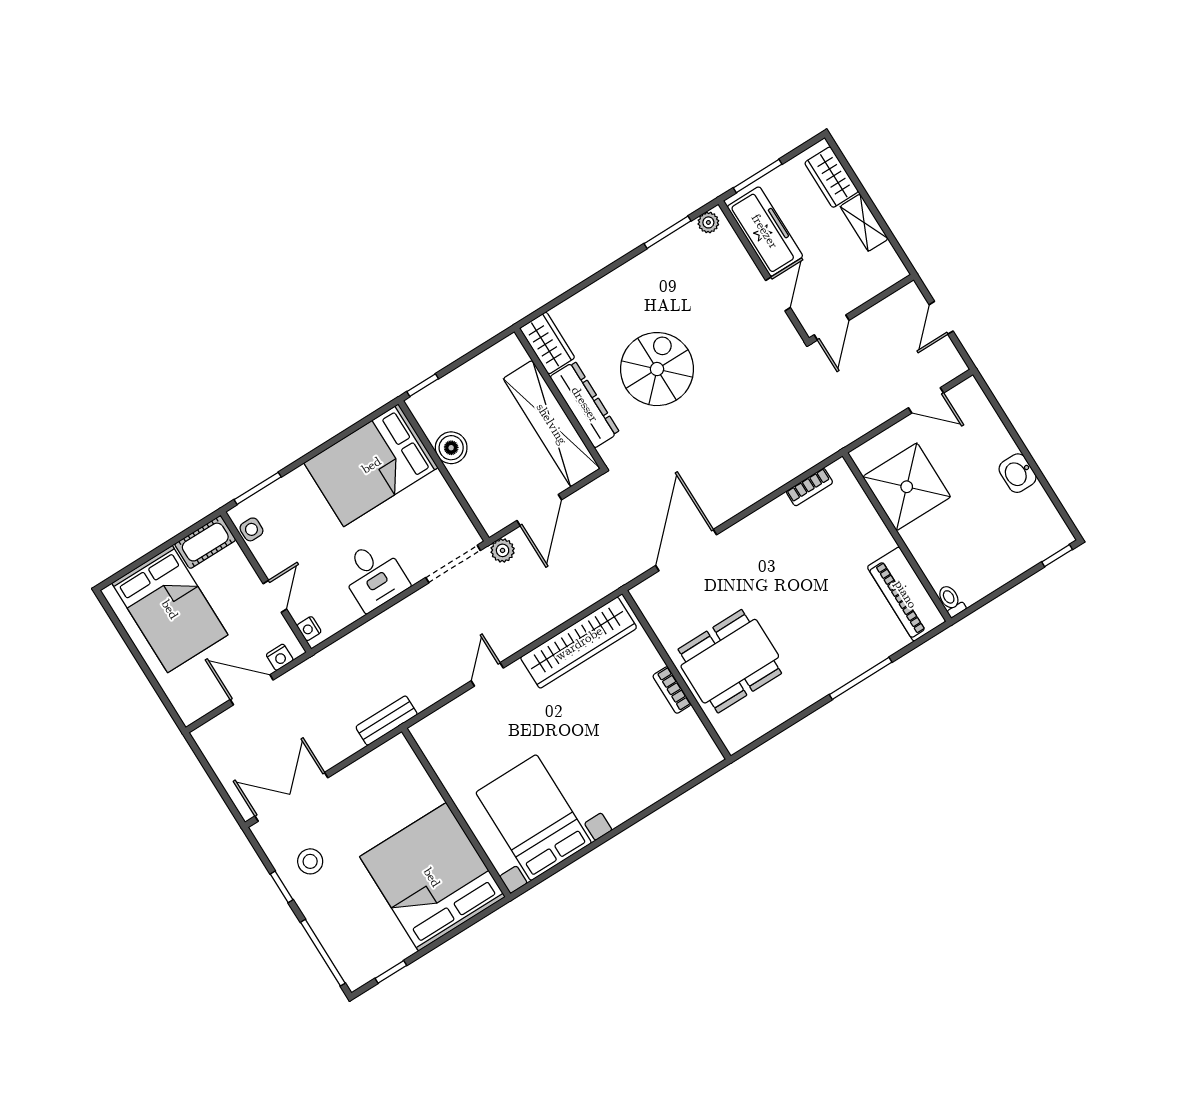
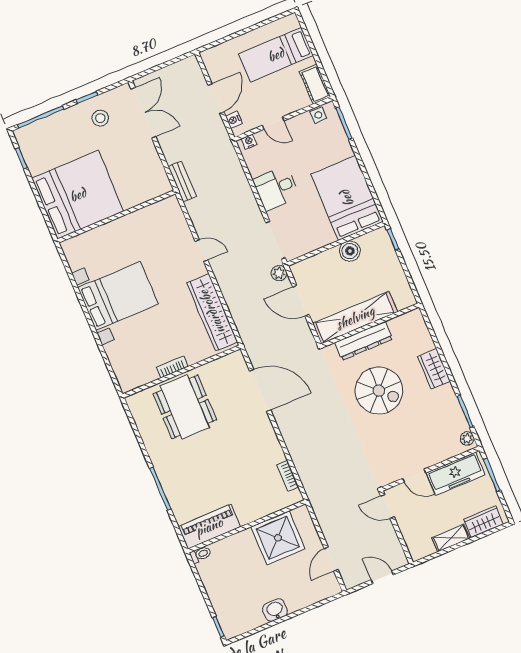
wardrobe: (547, 343) -> (434, 369), moved, turned 90
bed: (170, 609) -> (276, 55), width x0.67
bed with nightstands: (534, 818) -> (118, 296), moved

